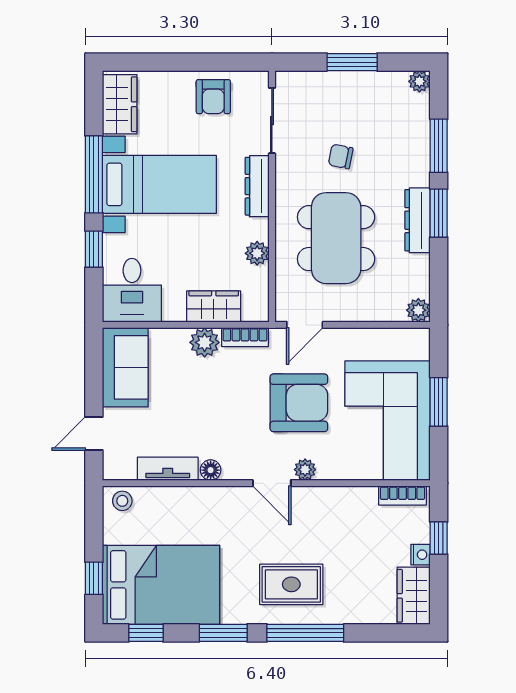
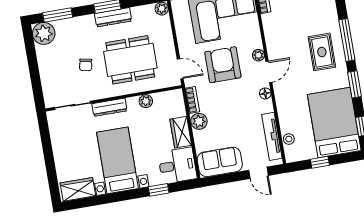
window: (352, 62) -> (34, 67), removed
plant: (419, 81) -> (44, 33), width x1.88, depth x1.88
armchair: (213, 97) -> (65, 139), removed
window: (439, 146) -> (58, 15), moved
window: (94, 174) -> (118, 197), removed
wardrobe: (214, 306) -> (181, 132), moved
tv unit: (168, 469) -> (272, 136), width x1.41
floor lamp: (211, 470) -> (265, 93), moved
stool: (122, 501) -> (289, 139), moved
window: (94, 578) -> (320, 162), moved

